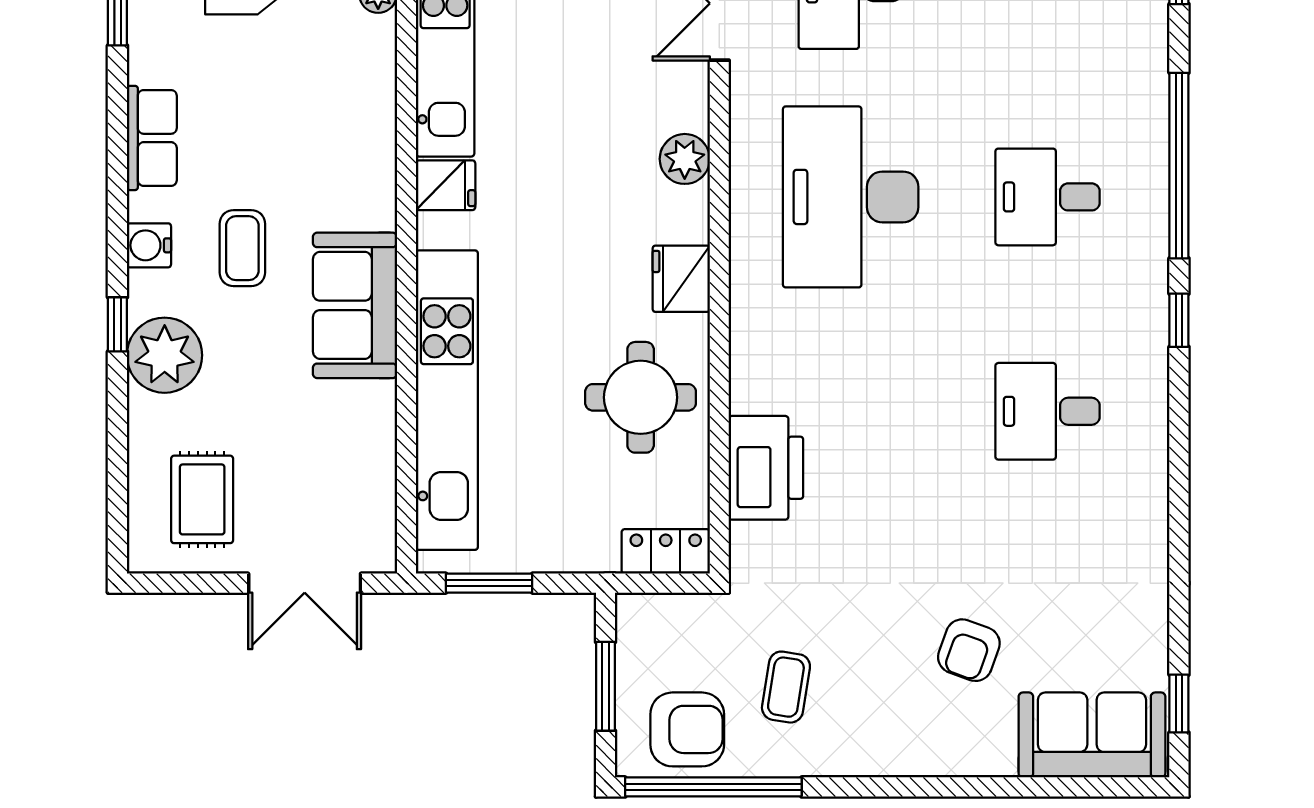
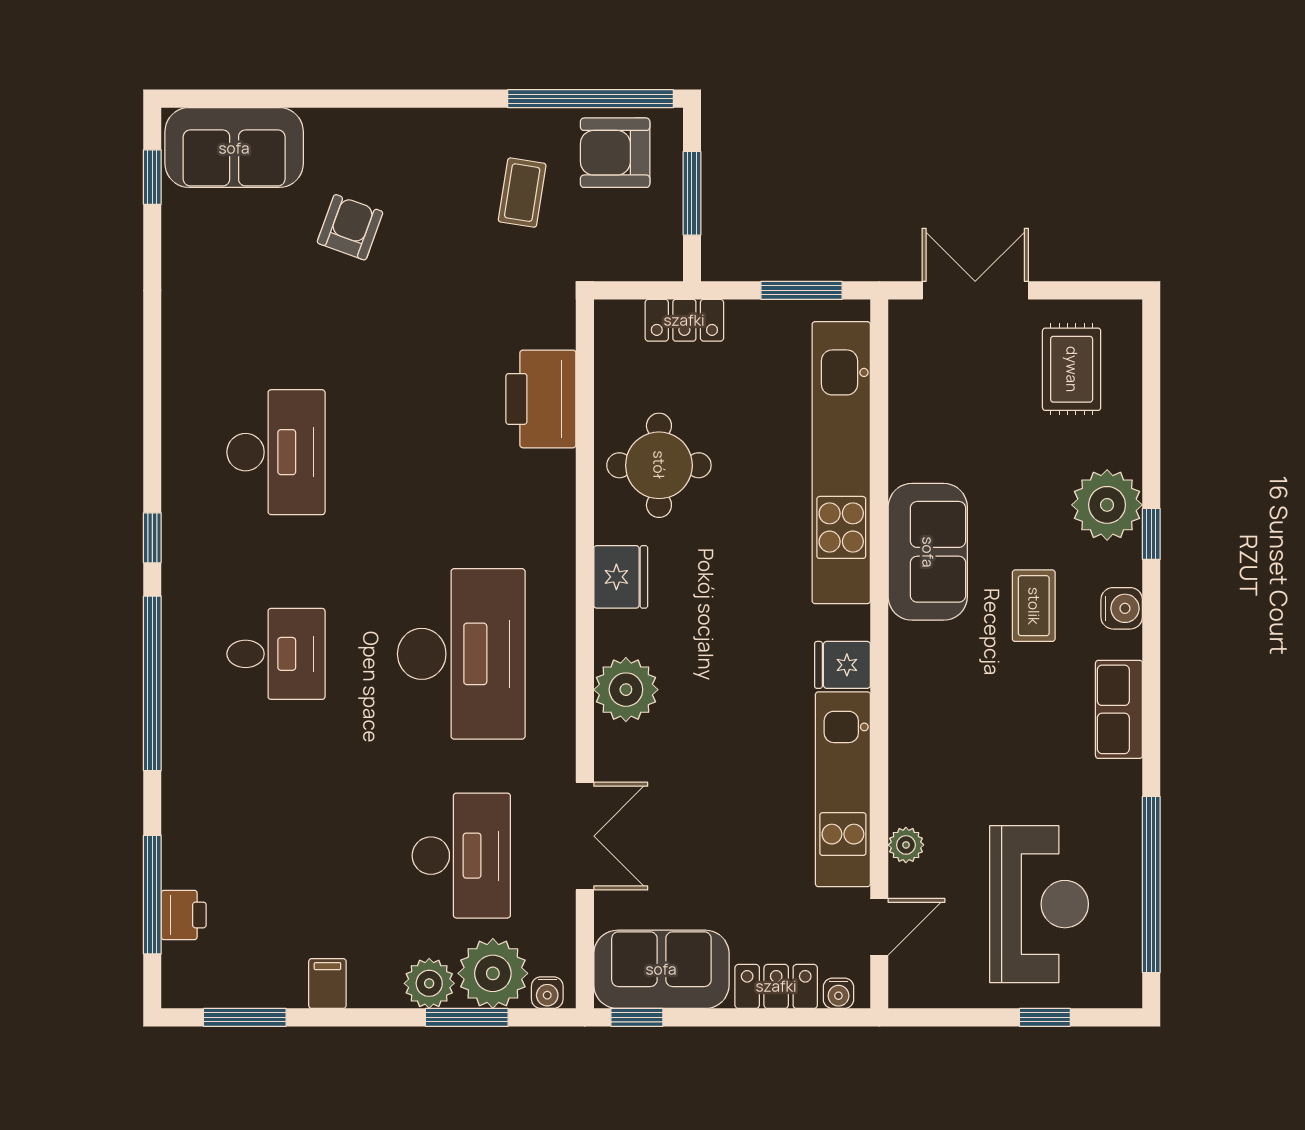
plant: (685, 159) -> (626, 690), width x1.36, depth x1.36
desk: (1048, 411) -> (276, 452), width x1.37
locker: (666, 551) -> (684, 320), moved

